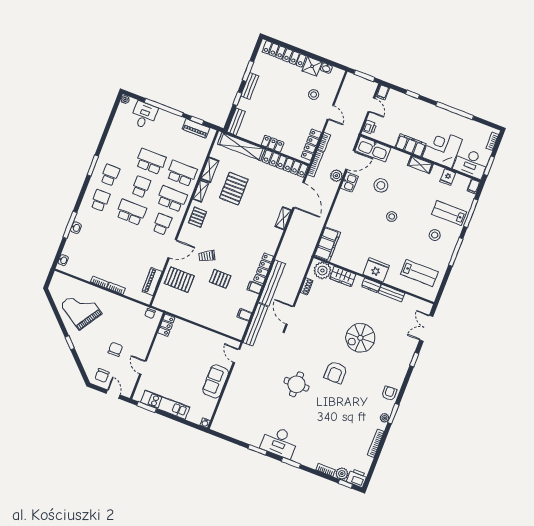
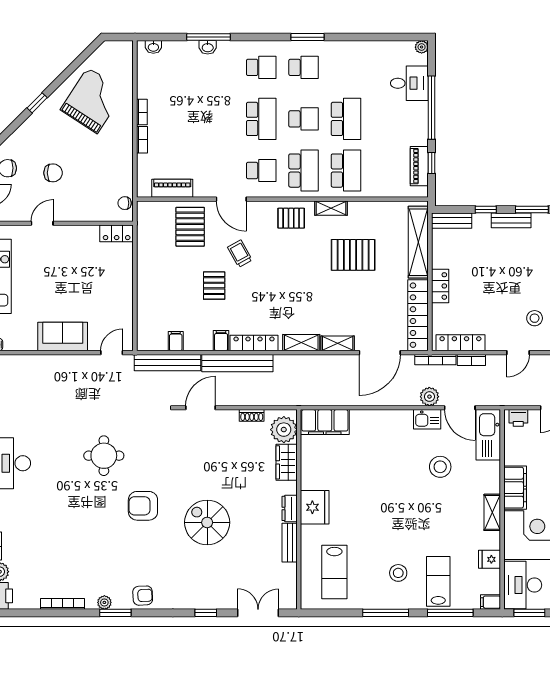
shelving: (210, 170) -> (301, 343), moved
stool: (392, 217) -> (401, 500), removed

